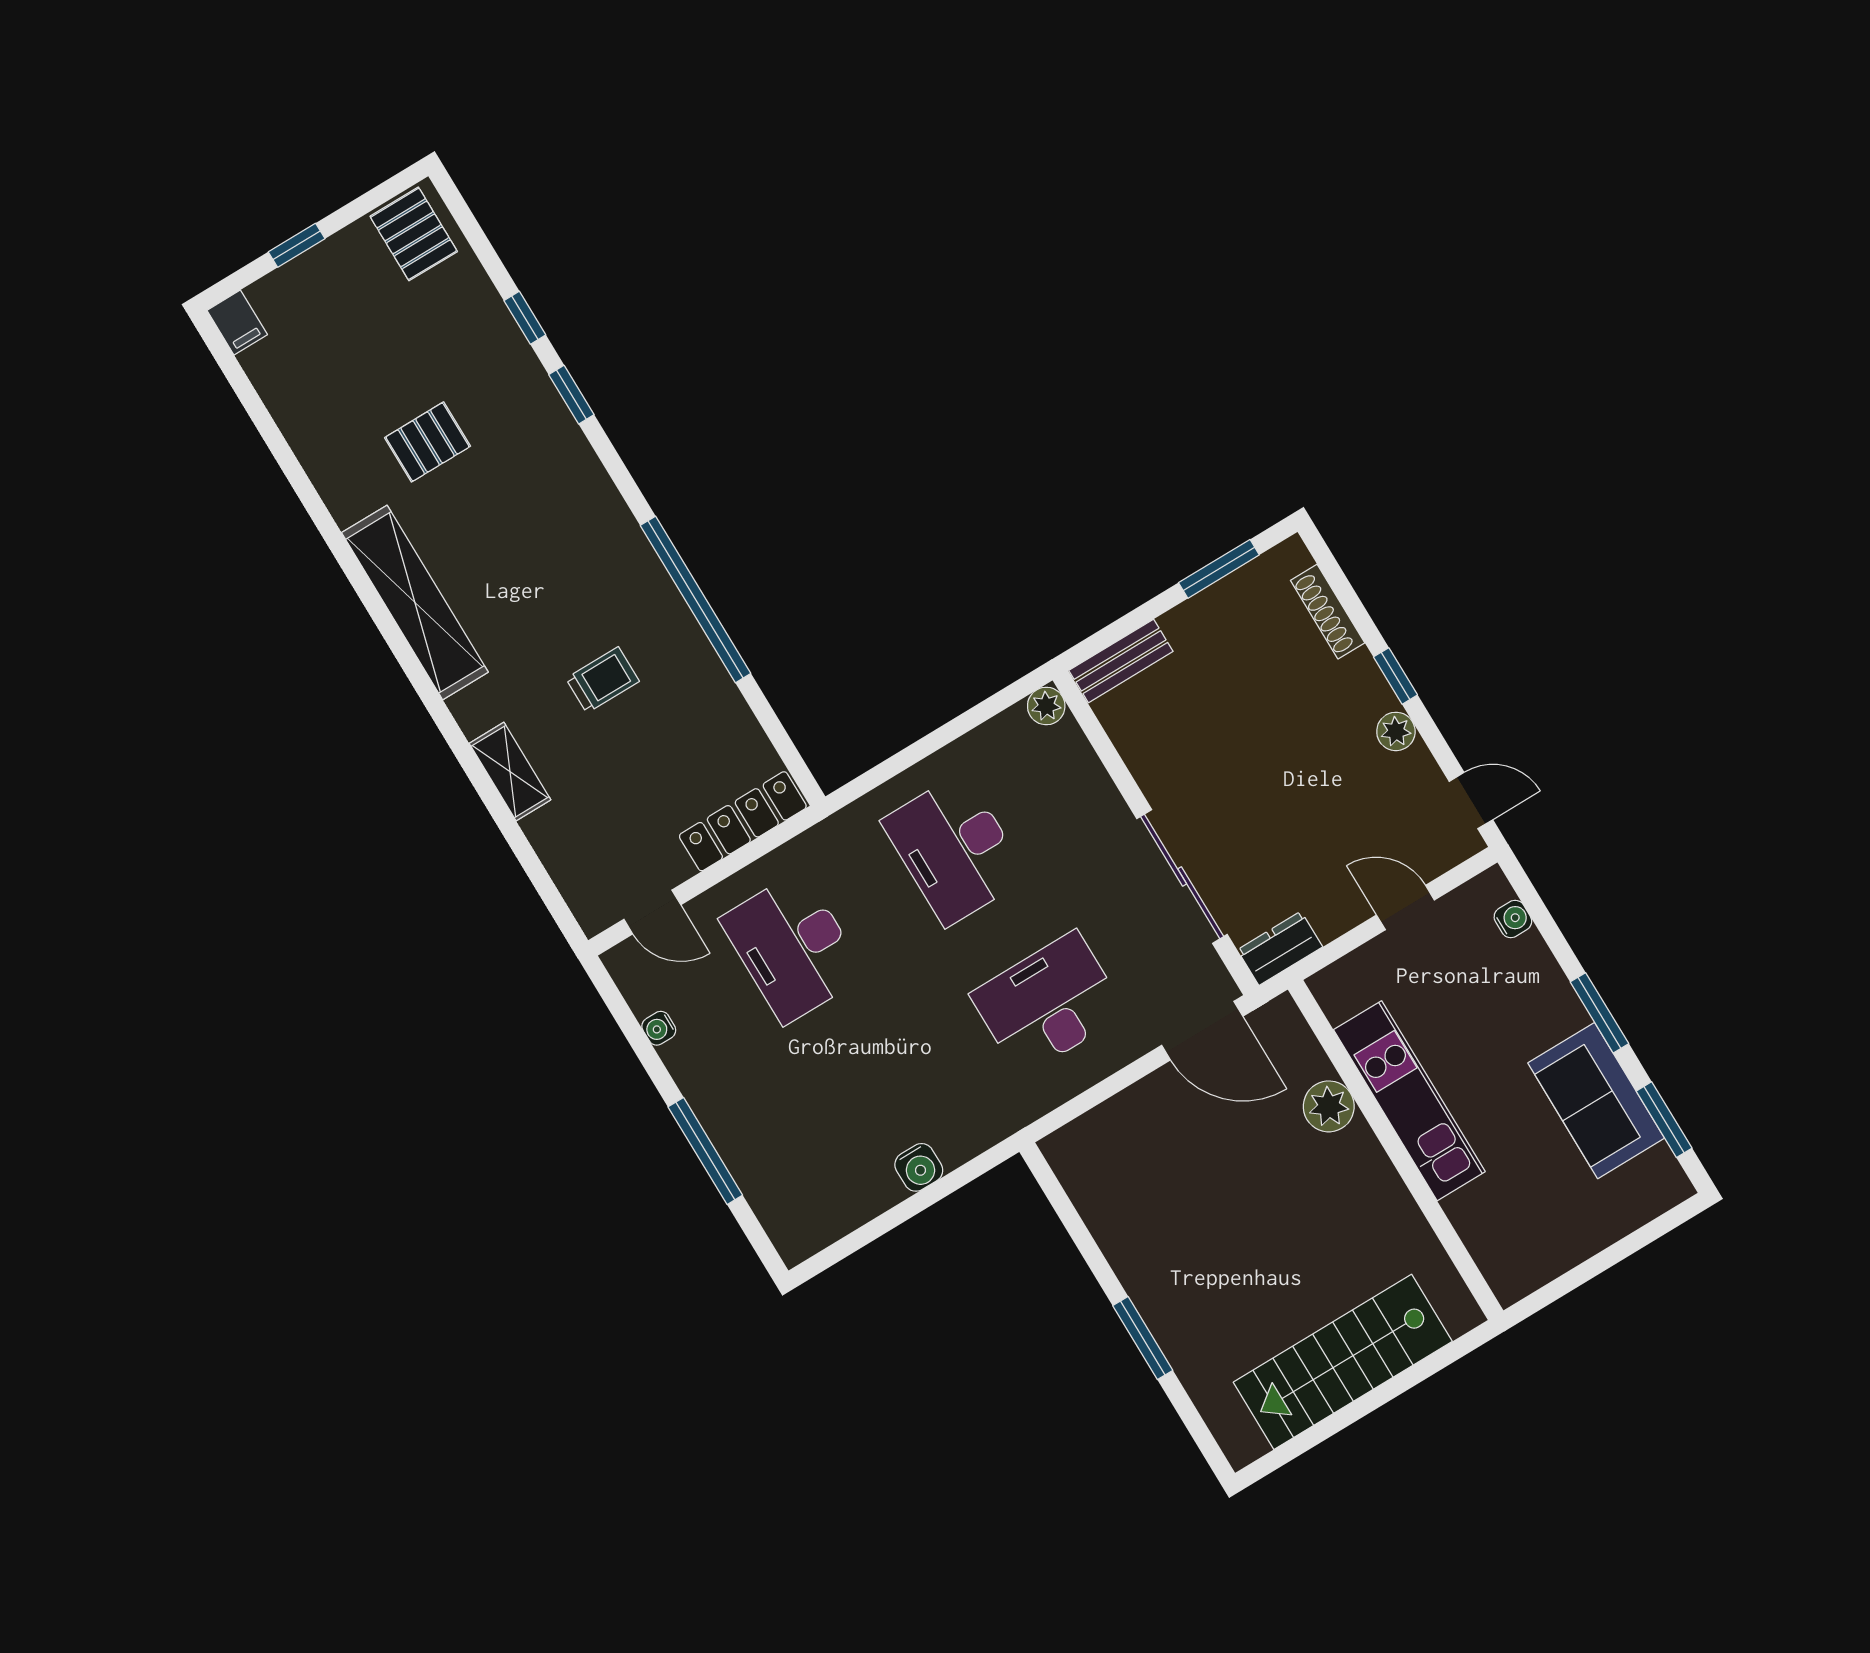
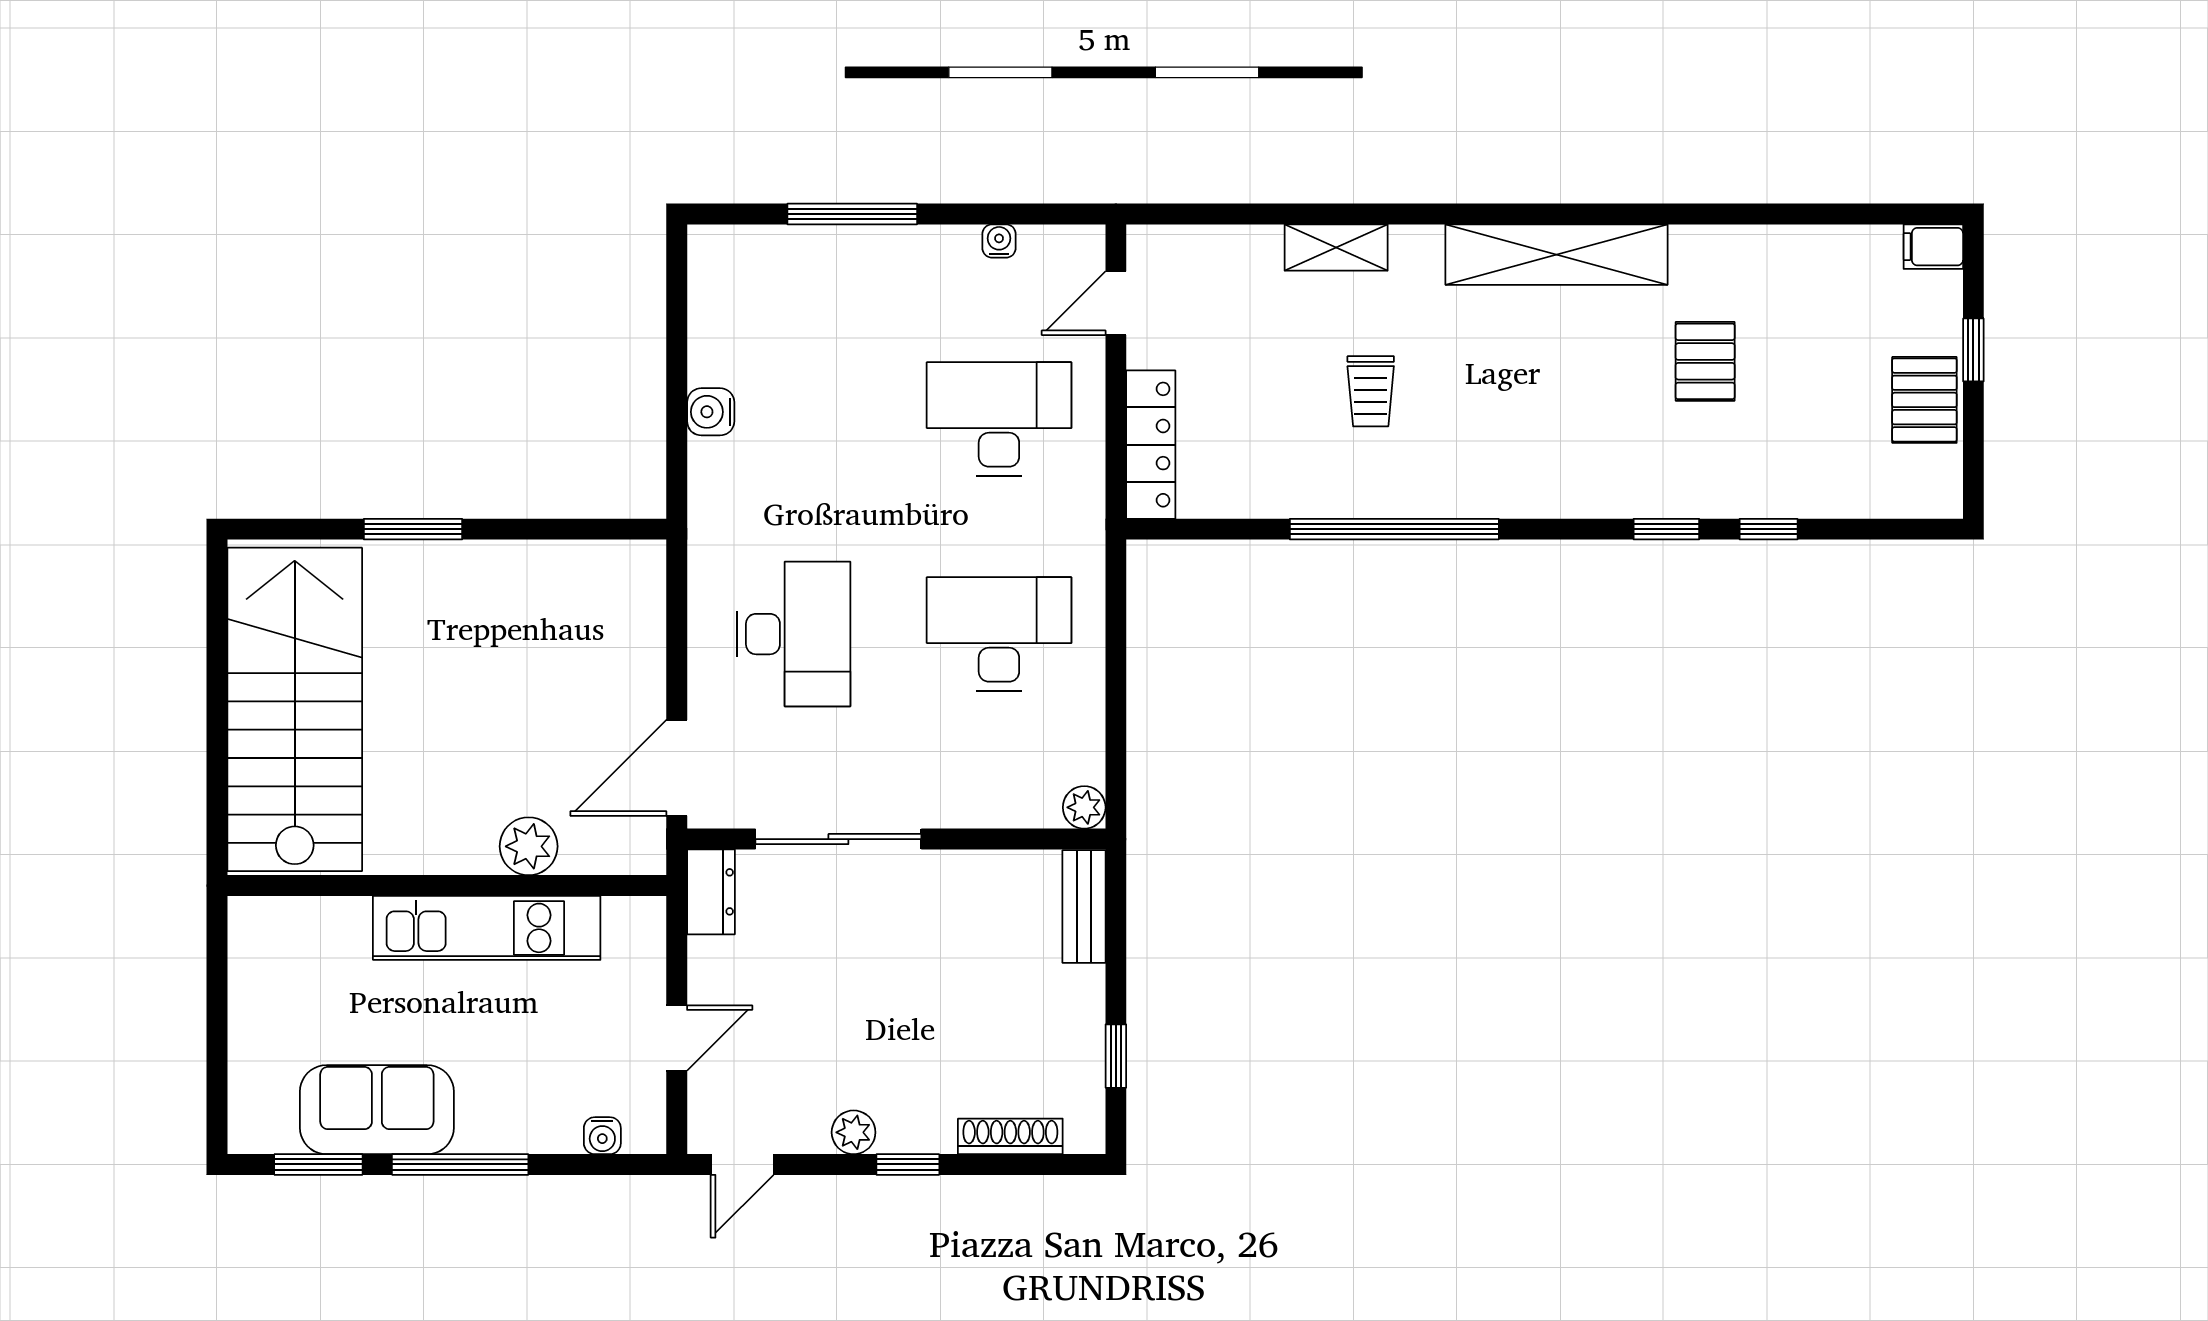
pallet: (414, 234) -> (1924, 400), moved, turned 90
window: (1219, 569) -> (1116, 1056), width x0.67
window: (1599, 1013) -> (460, 1164), width x1.44
stairs: (1343, 1362) -> (295, 709), width x1.36, depth x1.51

